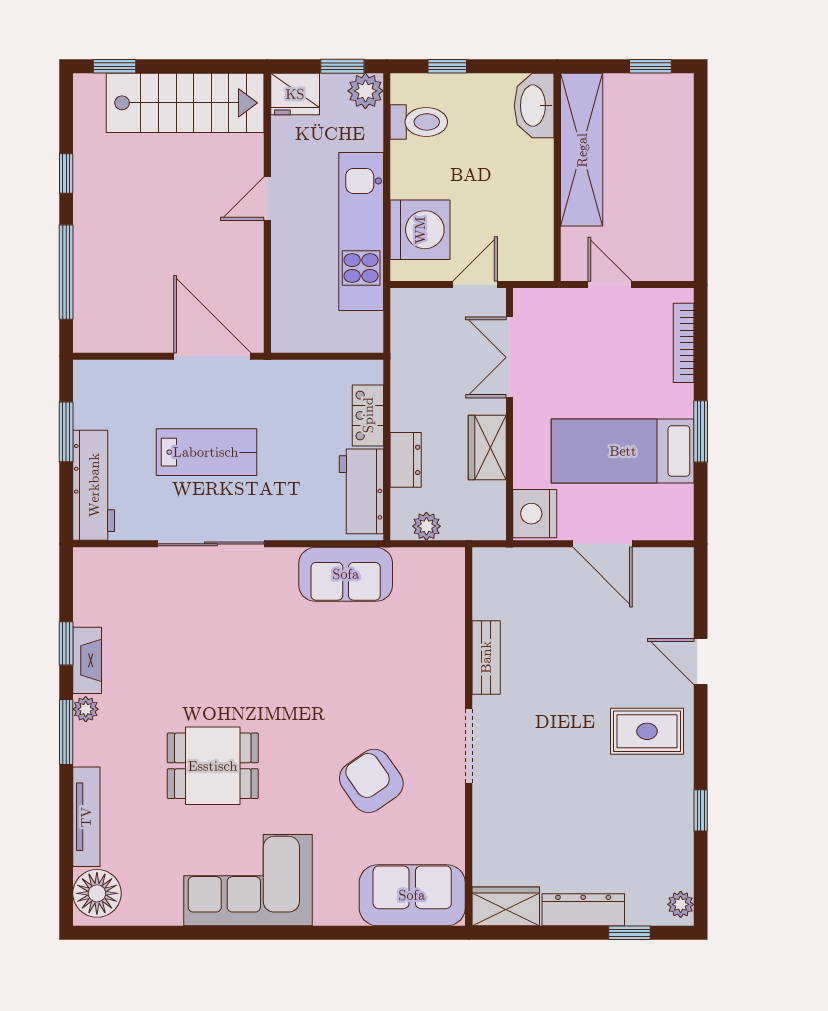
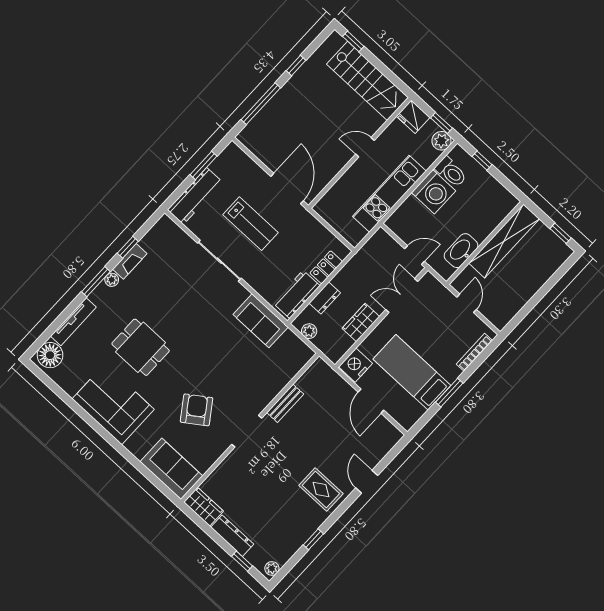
washbasin: (534, 106) -> (461, 251), moved
washing machine: (420, 230) -> (434, 192), moved

